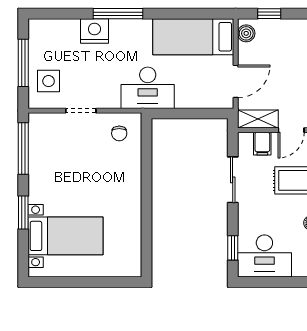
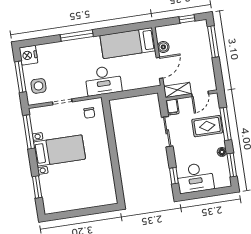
window: (269, 14) -> (187, 19), moved
nightstand: (94, 31) -> (29, 55), moved, turned -90
boiler: (246, 33) -> (163, 47), moved
filing cabinet: (262, 144) -> (172, 107), moved
window: (23, 213) -> (37, 187), moved
bed with nightstands: (65, 236) -> (59, 151), moved

